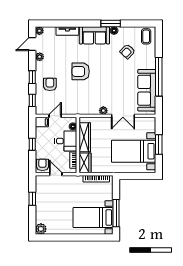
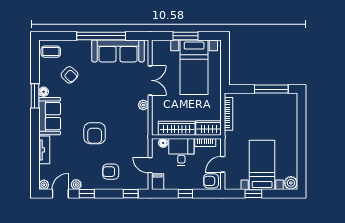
door: (32, 44) -> (60, 194), swing flipped
window: (32, 77) -> (87, 194), moved
bed with nightstands: (93, 217) -> (262, 165), moved, turned 180

